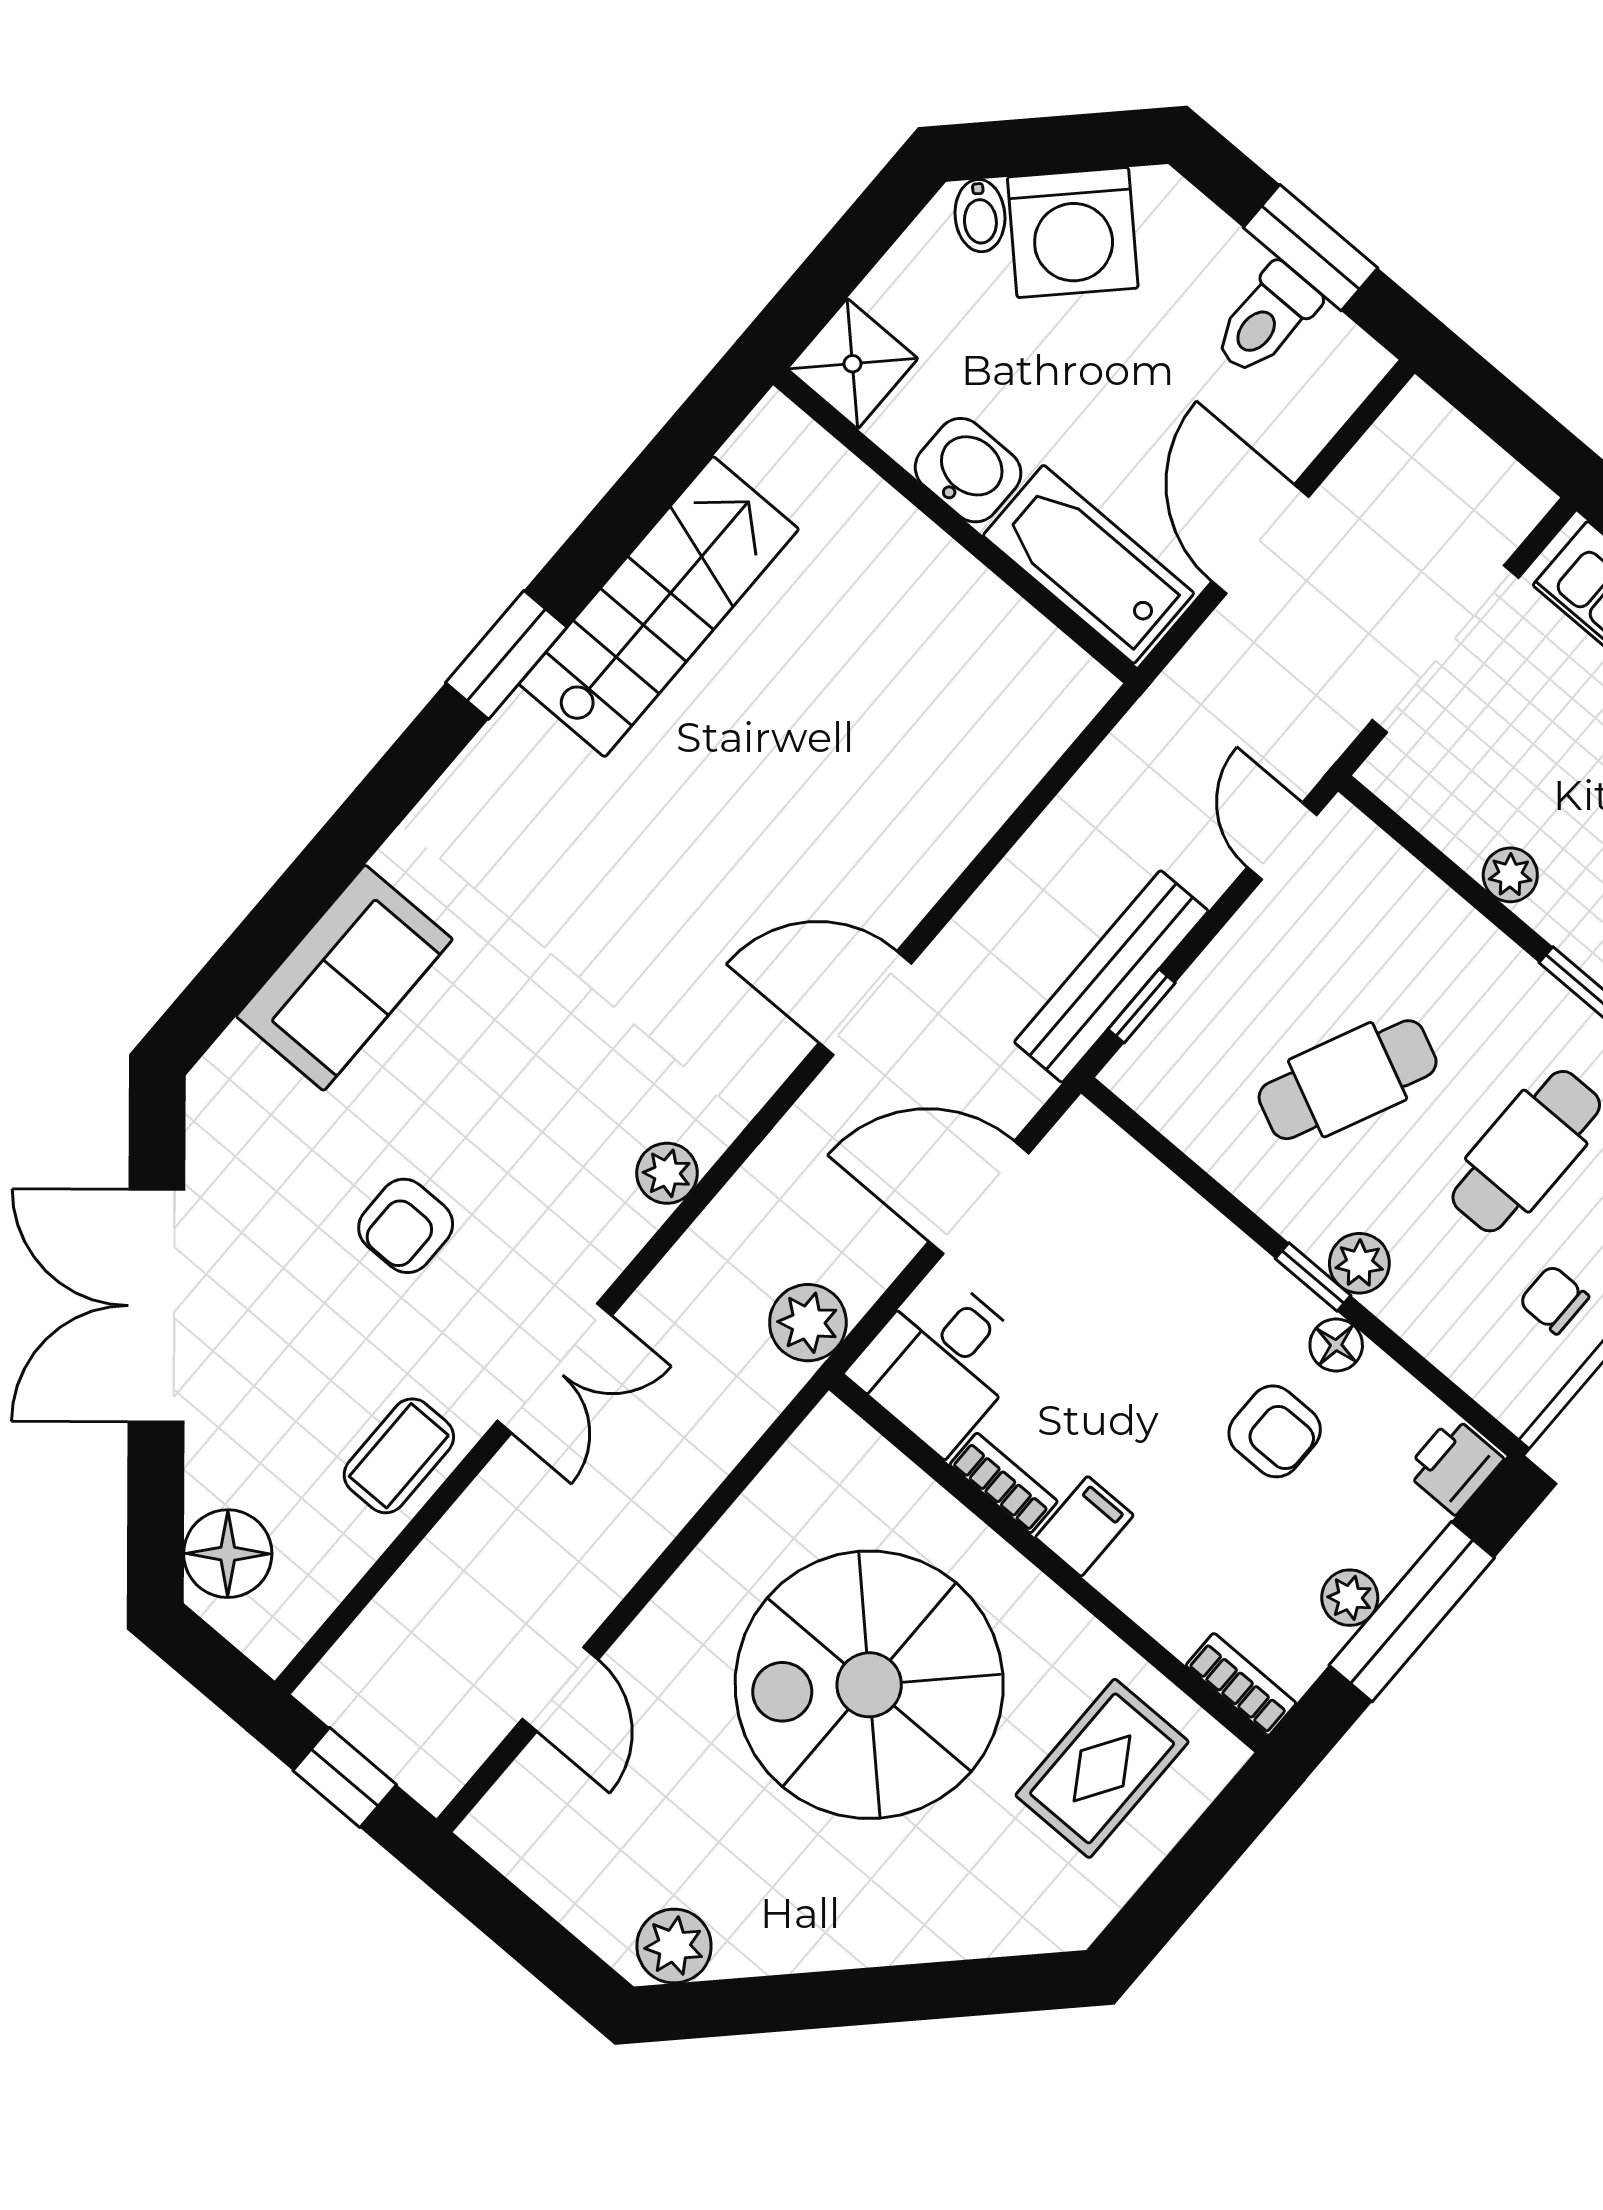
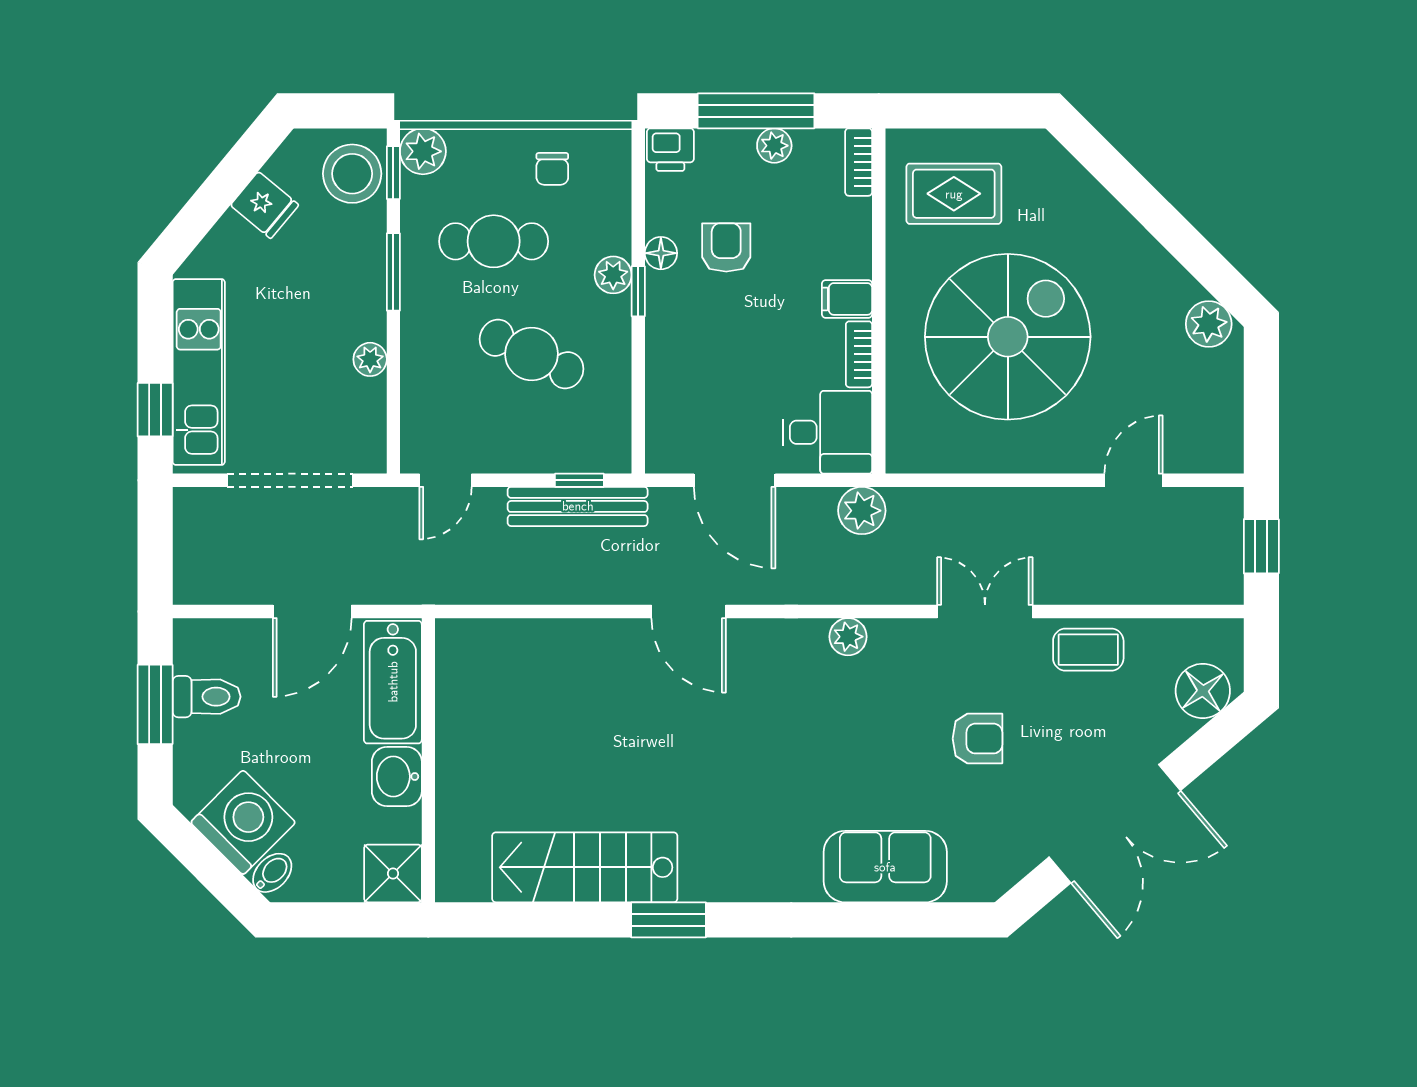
spiral stairs: (869, 1685) -> (1008, 337), turned -90

